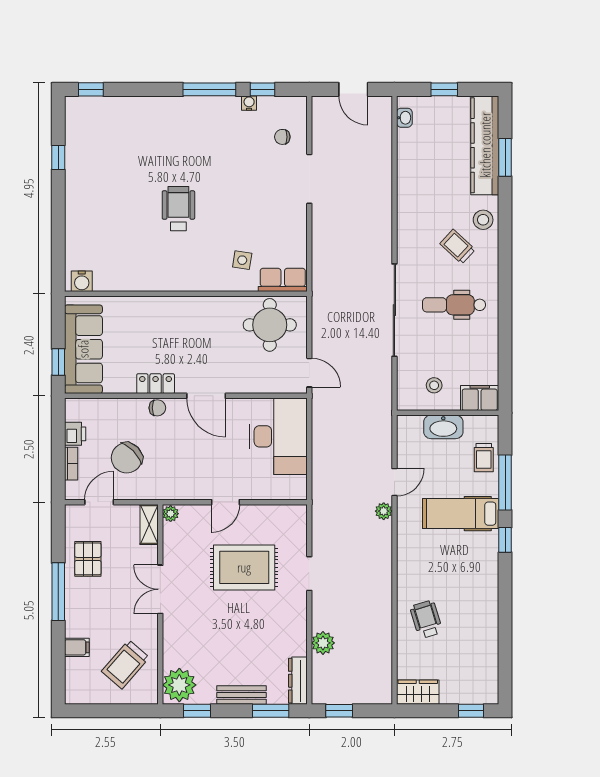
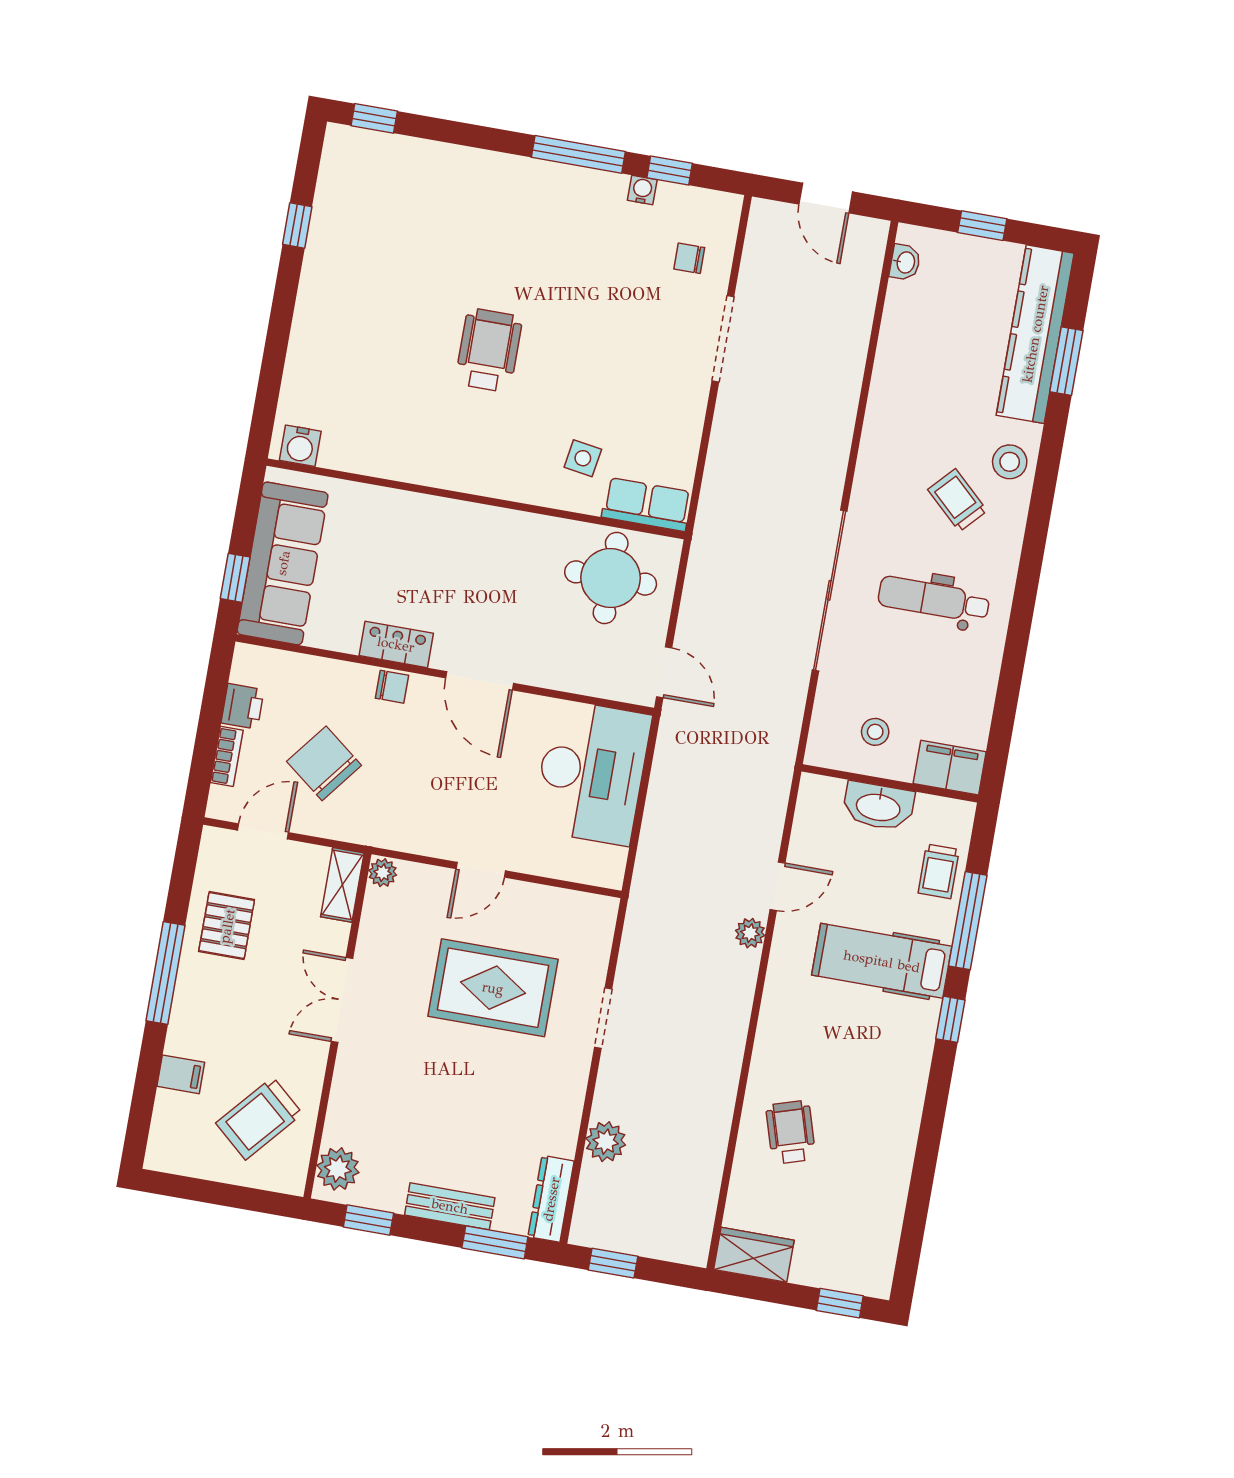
chair: (127, 458) -> (324, 763), turned 82
plant: (179, 685) -> (338, 1169), width x0.73, depth x0.73

